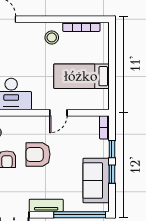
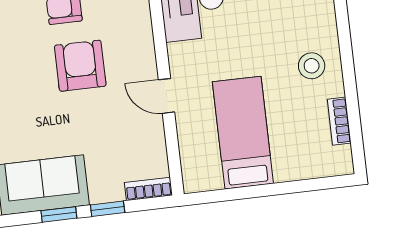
bookcase: (81, 27) -> (339, 121), width x0.64

